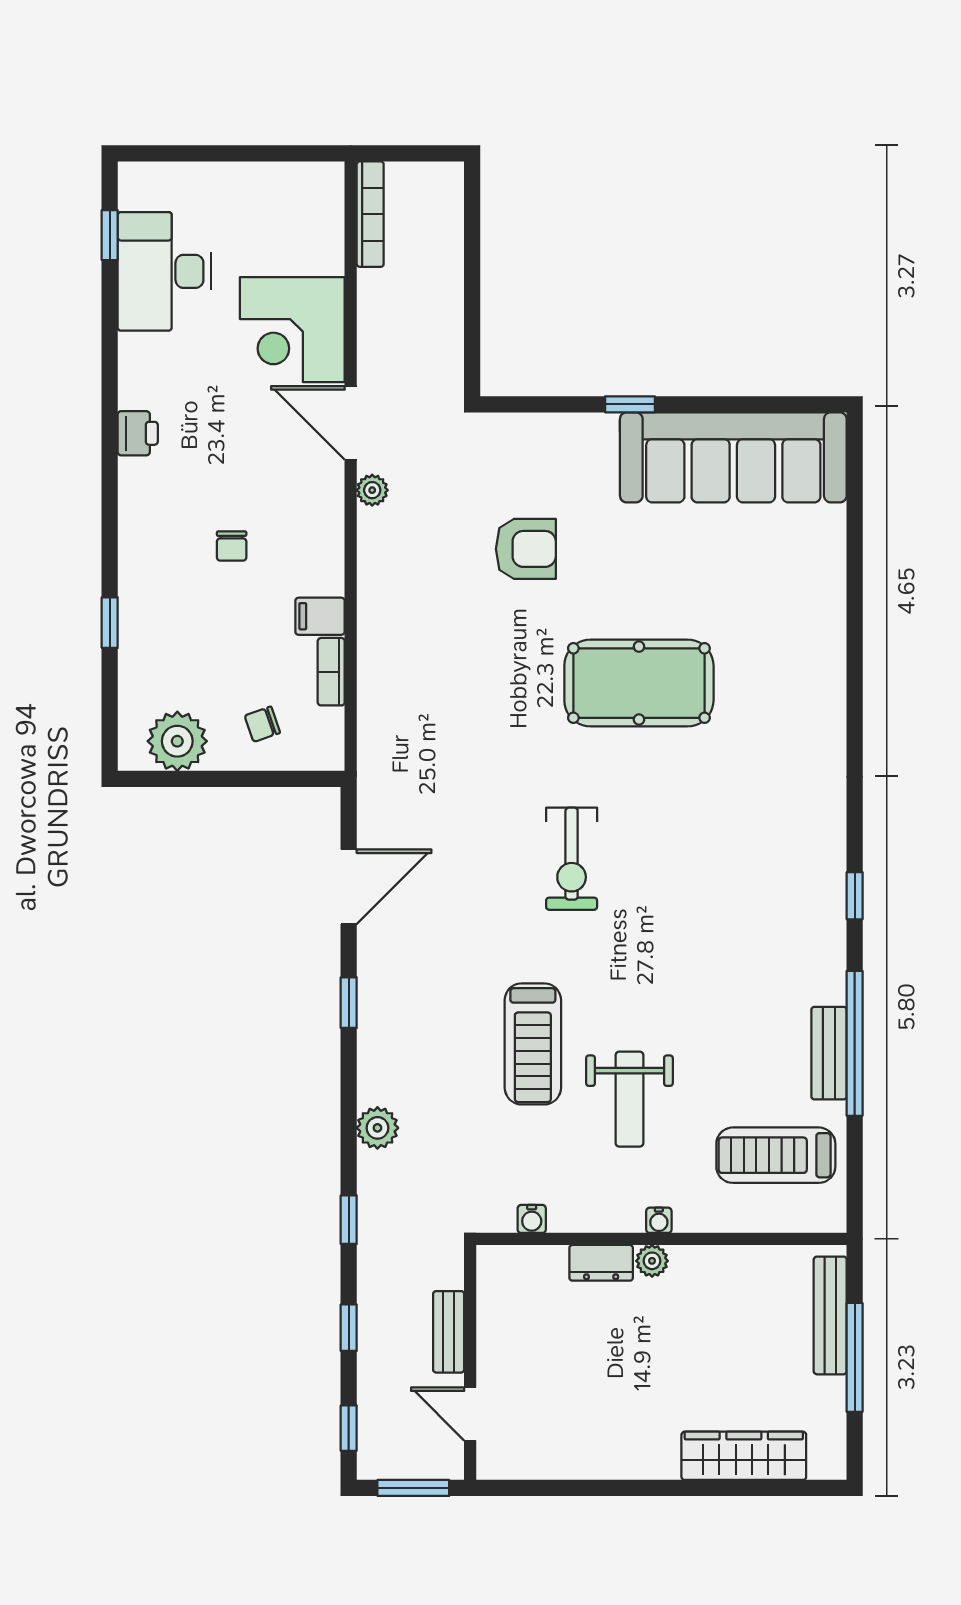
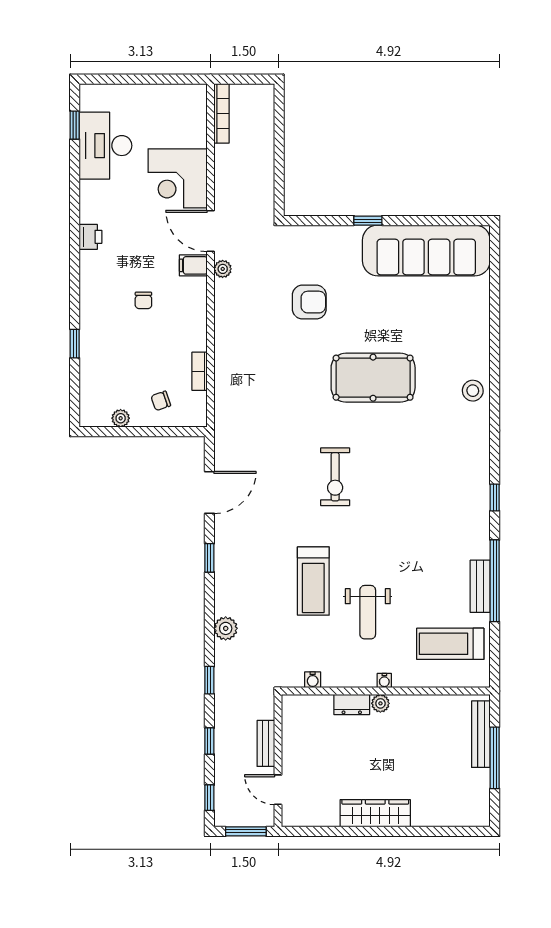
filing cabinet: (320, 616) -> (193, 265), moved
stool: (816, 706) -> (473, 391), added
plant: (177, 741) -> (121, 418), width x0.53, depth x0.53
wardrobe: (744, 1456) -> (375, 813), moved

